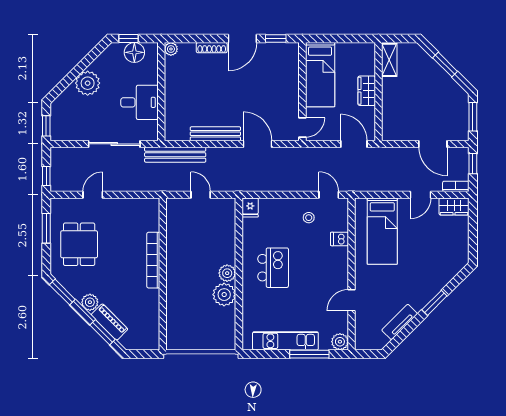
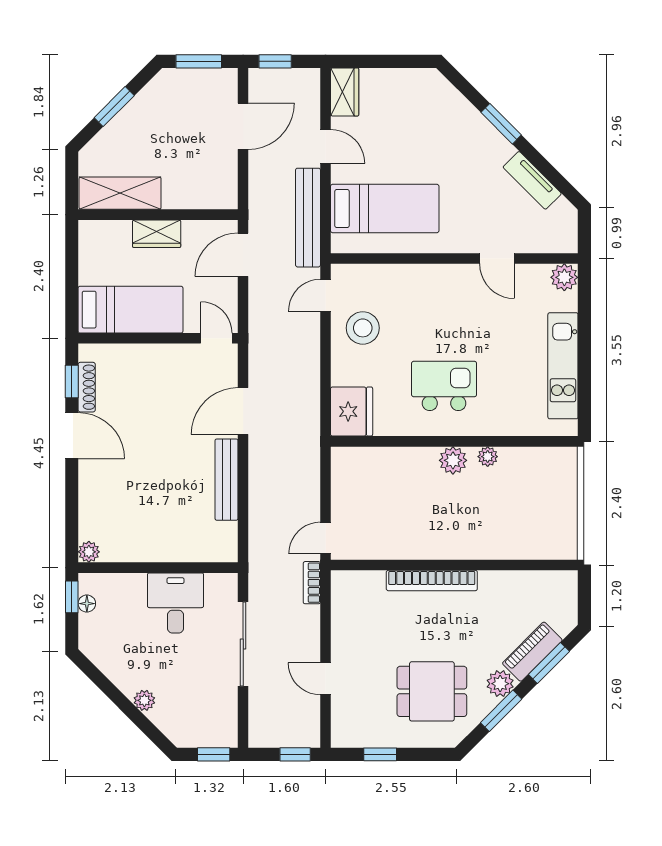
window: (128, 38) -> (72, 597), moved
shoe rack: (212, 48) -> (87, 387), moved
floor lamp: (134, 52) -> (87, 604), width x0.53, depth x0.53
shelving: (389, 60) -> (120, 193), width x1.50, depth x1.33
plant: (88, 83) -> (144, 700), width x0.53, depth x0.53
bench: (175, 155) -> (308, 218), moved
bookcase: (456, 186) -> (312, 583), moved
door: (201, 195) -> (325, 538), moved
fridge: (250, 207) -> (352, 411), width x1.88, depth x1.34
stool: (309, 218) -> (363, 328), width x1.89, depth x1.89
window: (46, 228) -> (380, 754), width x0.67
dishwasher: (339, 239) -> (397, 278), removed
dining table: (79, 244) -> (432, 691), moved
window: (62, 292) -> (501, 711), moved
plant: (224, 295) -> (488, 457), width x0.53, depth x0.53
window: (309, 354) -> (584, 327), removed

